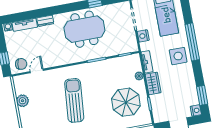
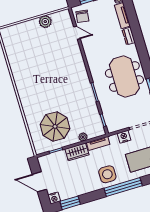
sun lounger: (74, 100) -> (51, 74), removed

